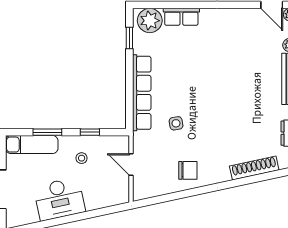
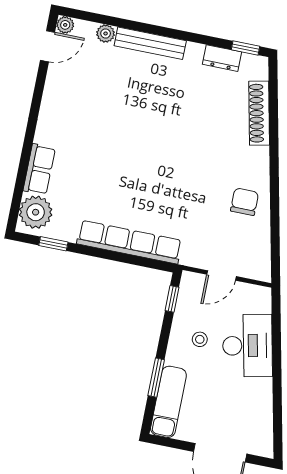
side table: (176, 123) -> (179, 205), removed
window: (90, 132) -> (172, 299), moved
desk: (59, 199) -> (248, 346), moved

